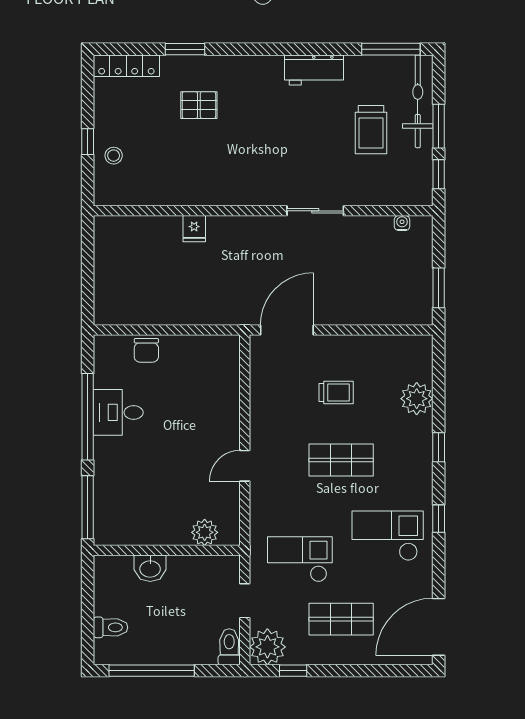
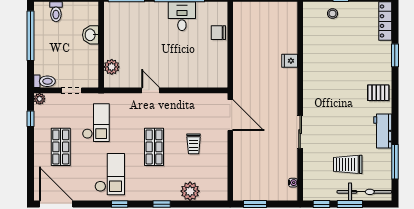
window: (391, 49) -> (395, 162), moved
pallet: (199, 105) -> (378, 93), moved, turned 90
plant: (267, 647) -> (40, 99), width x0.53, depth x0.53

